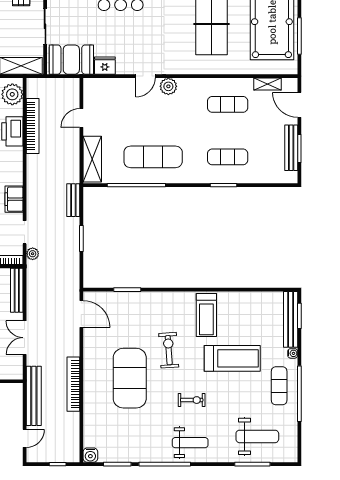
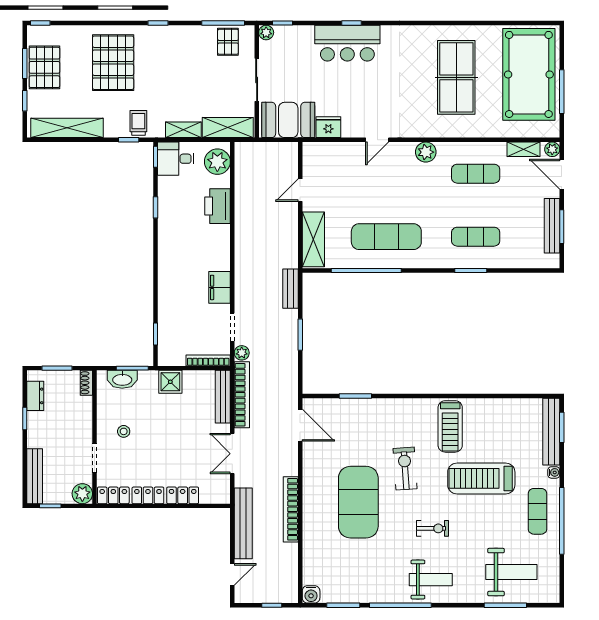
plant: (291, 84) -> (552, 149), added
plant: (168, 86) -> (426, 152), moved
bookcase: (33, 126) -> (242, 395), moved
treadmill: (232, 358) -> (481, 478), turned 180

